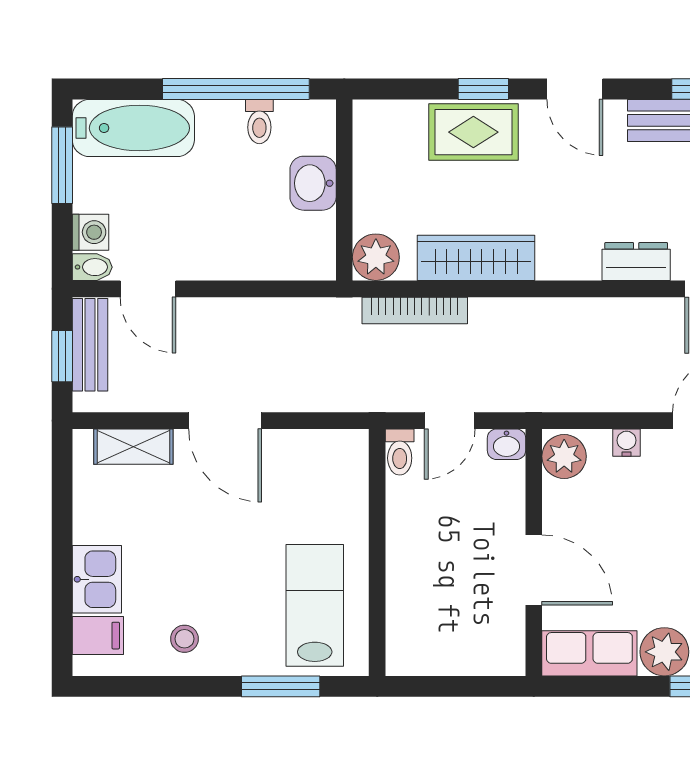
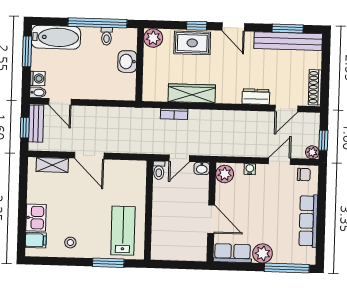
plant: (376, 257) -> (153, 38), moved
bookcase: (415, 310) -> (174, 114), width x0.64

